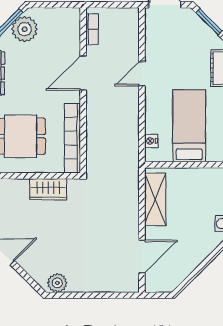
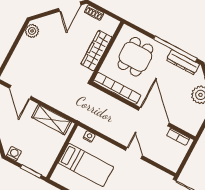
door: (83, 73) -> (154, 117), width x1.36
wardrobe: (48, 189) -> (96, 51), width x1.50

